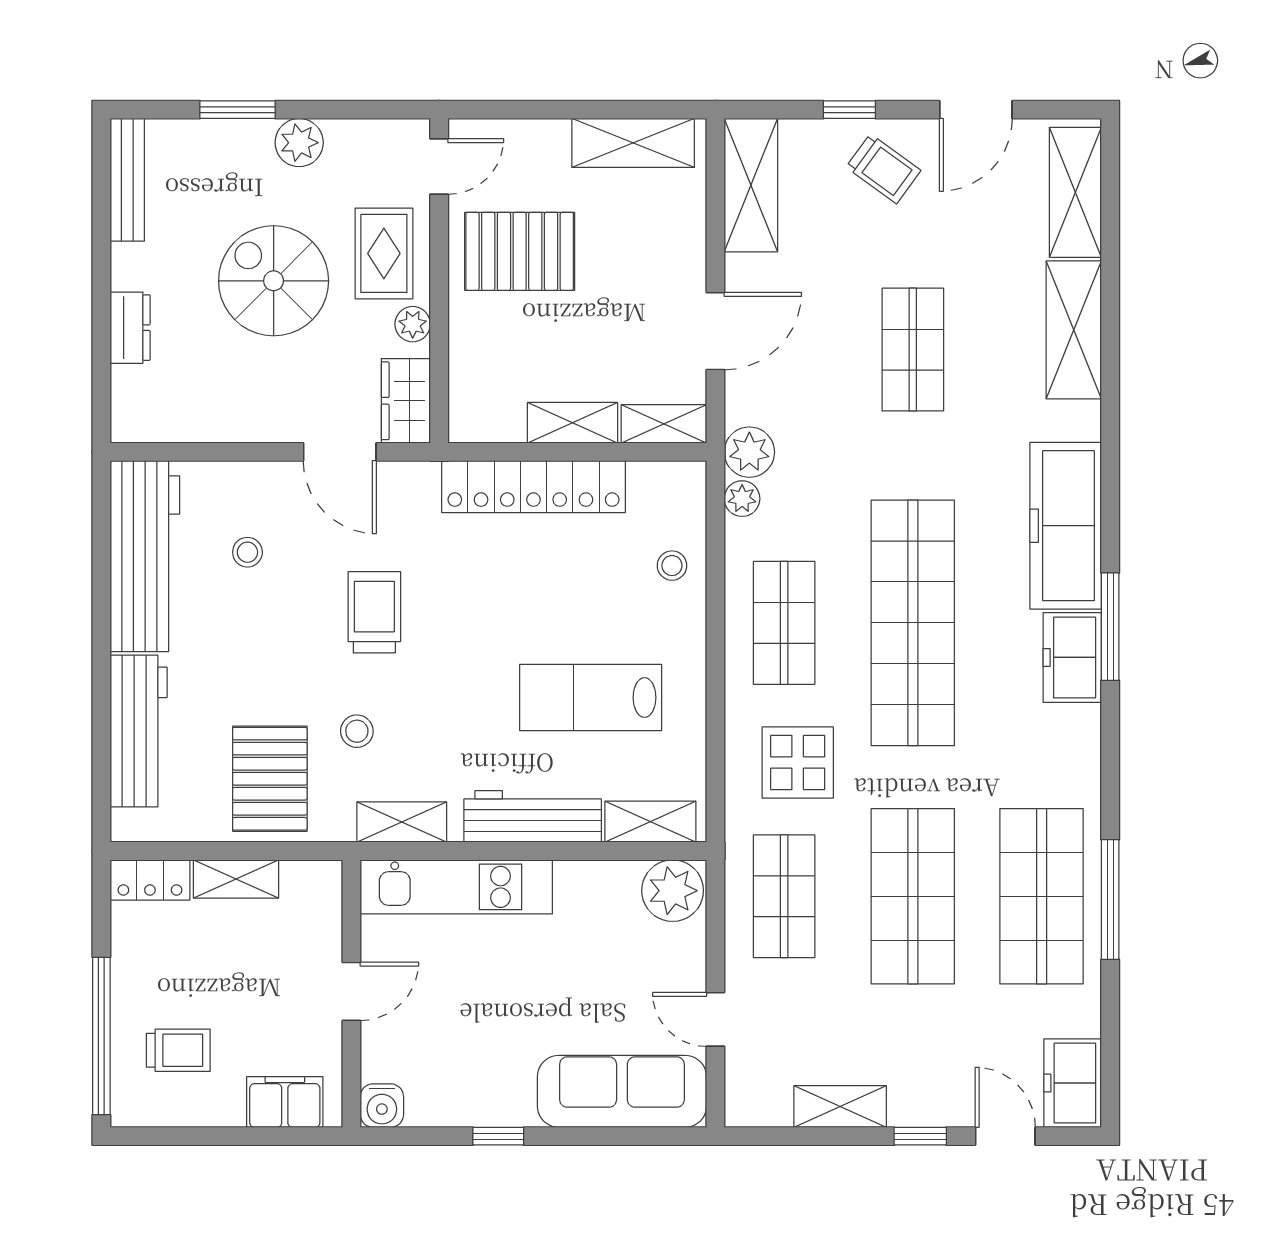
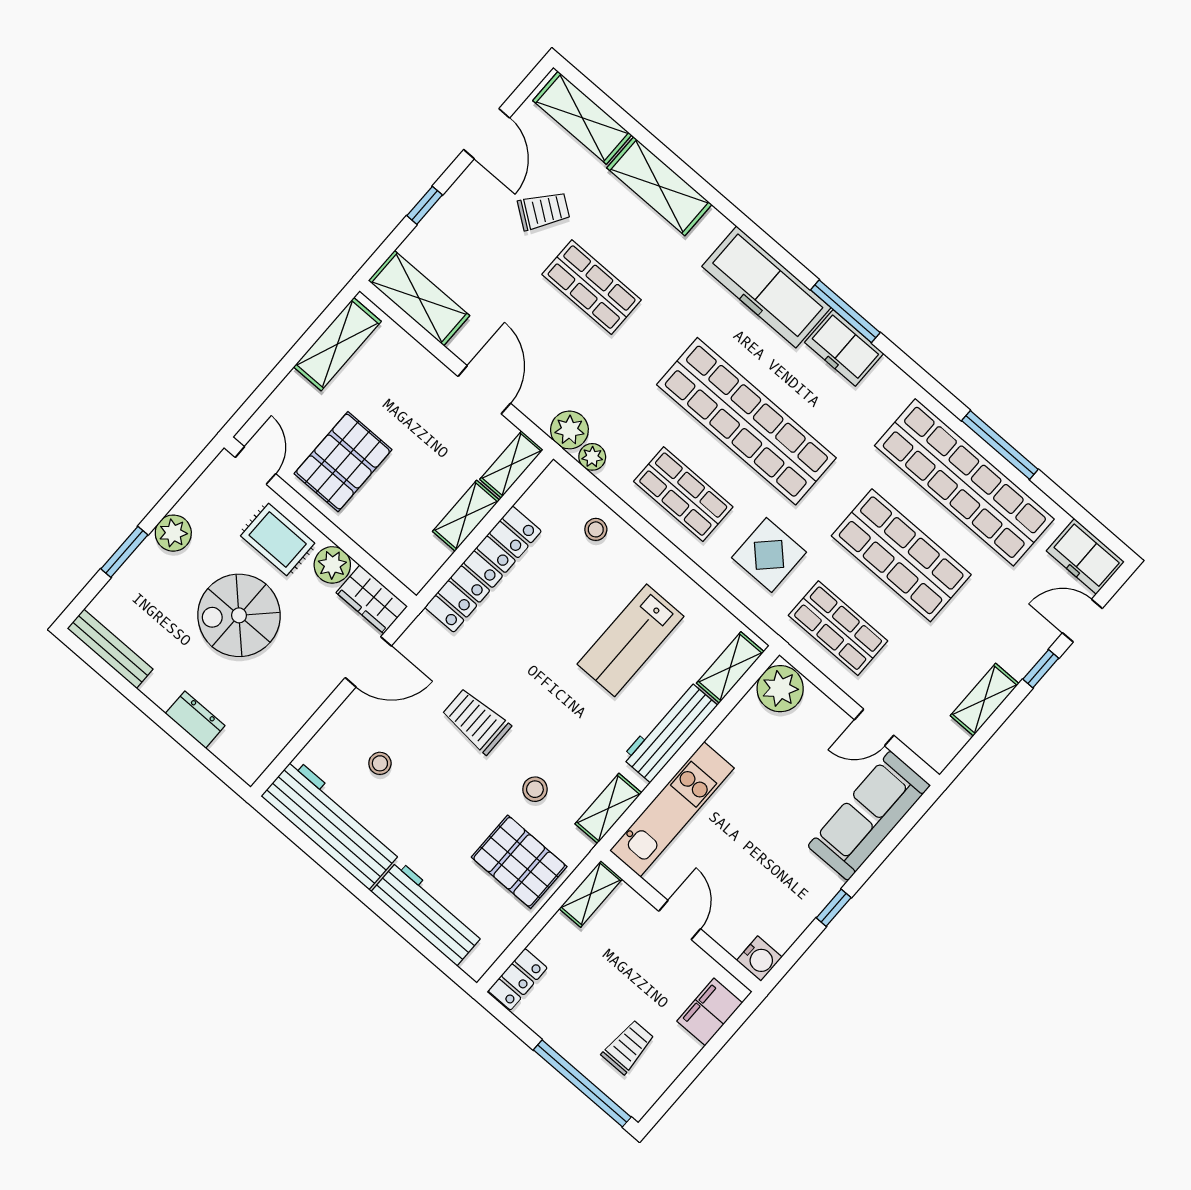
trolley: (883, 169) -> (544, 211), moved
plant: (413, 324) -> (332, 565), width x1.38, depth x1.38
shelving: (236, 879) -> (591, 894), moved
shop shelf: (1042, 896) -> (964, 482), width x1.40

